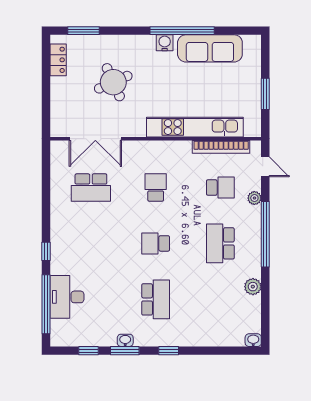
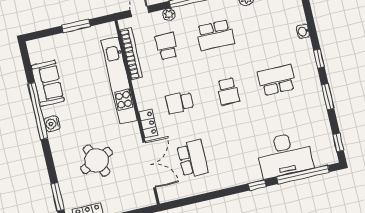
sofa: (210, 48) -> (48, 83), width x0.73
locker: (141, 148) -> (148, 123), added
desk: (67, 297) -> (285, 155), width x1.36, depth x1.30
washbasin: (125, 340) -> (303, 31), moved
window: (89, 351) -> (338, 143), moved

